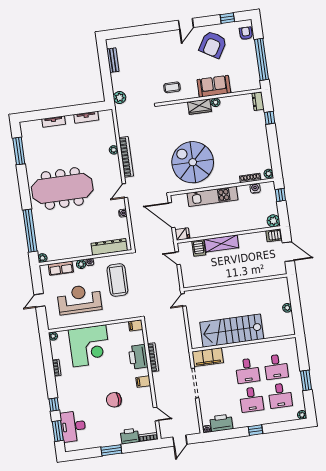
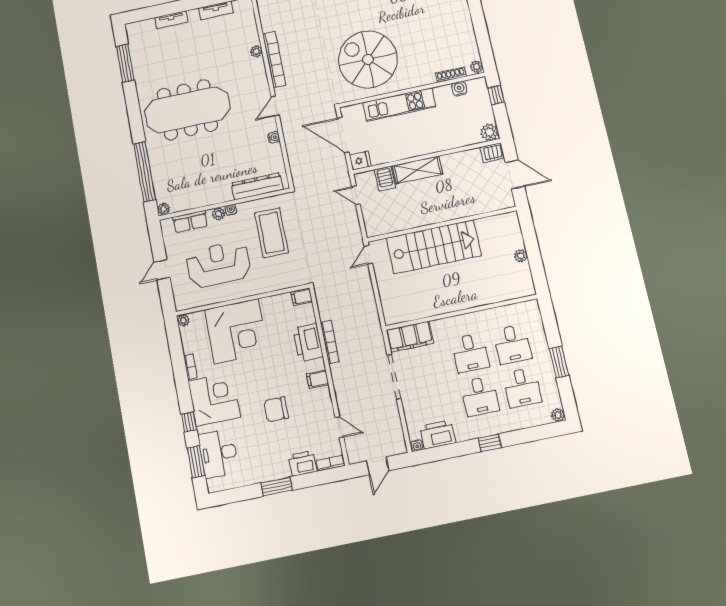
stairs: (232, 331) -> (434, 247), moved, turned 180
corner desk: (72, 390) -> (214, 399), added

